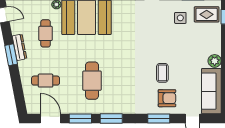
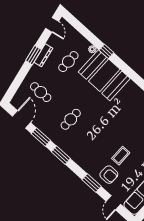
cafe table: (92, 81) -> (71, 119), width x0.73, depth x0.74

